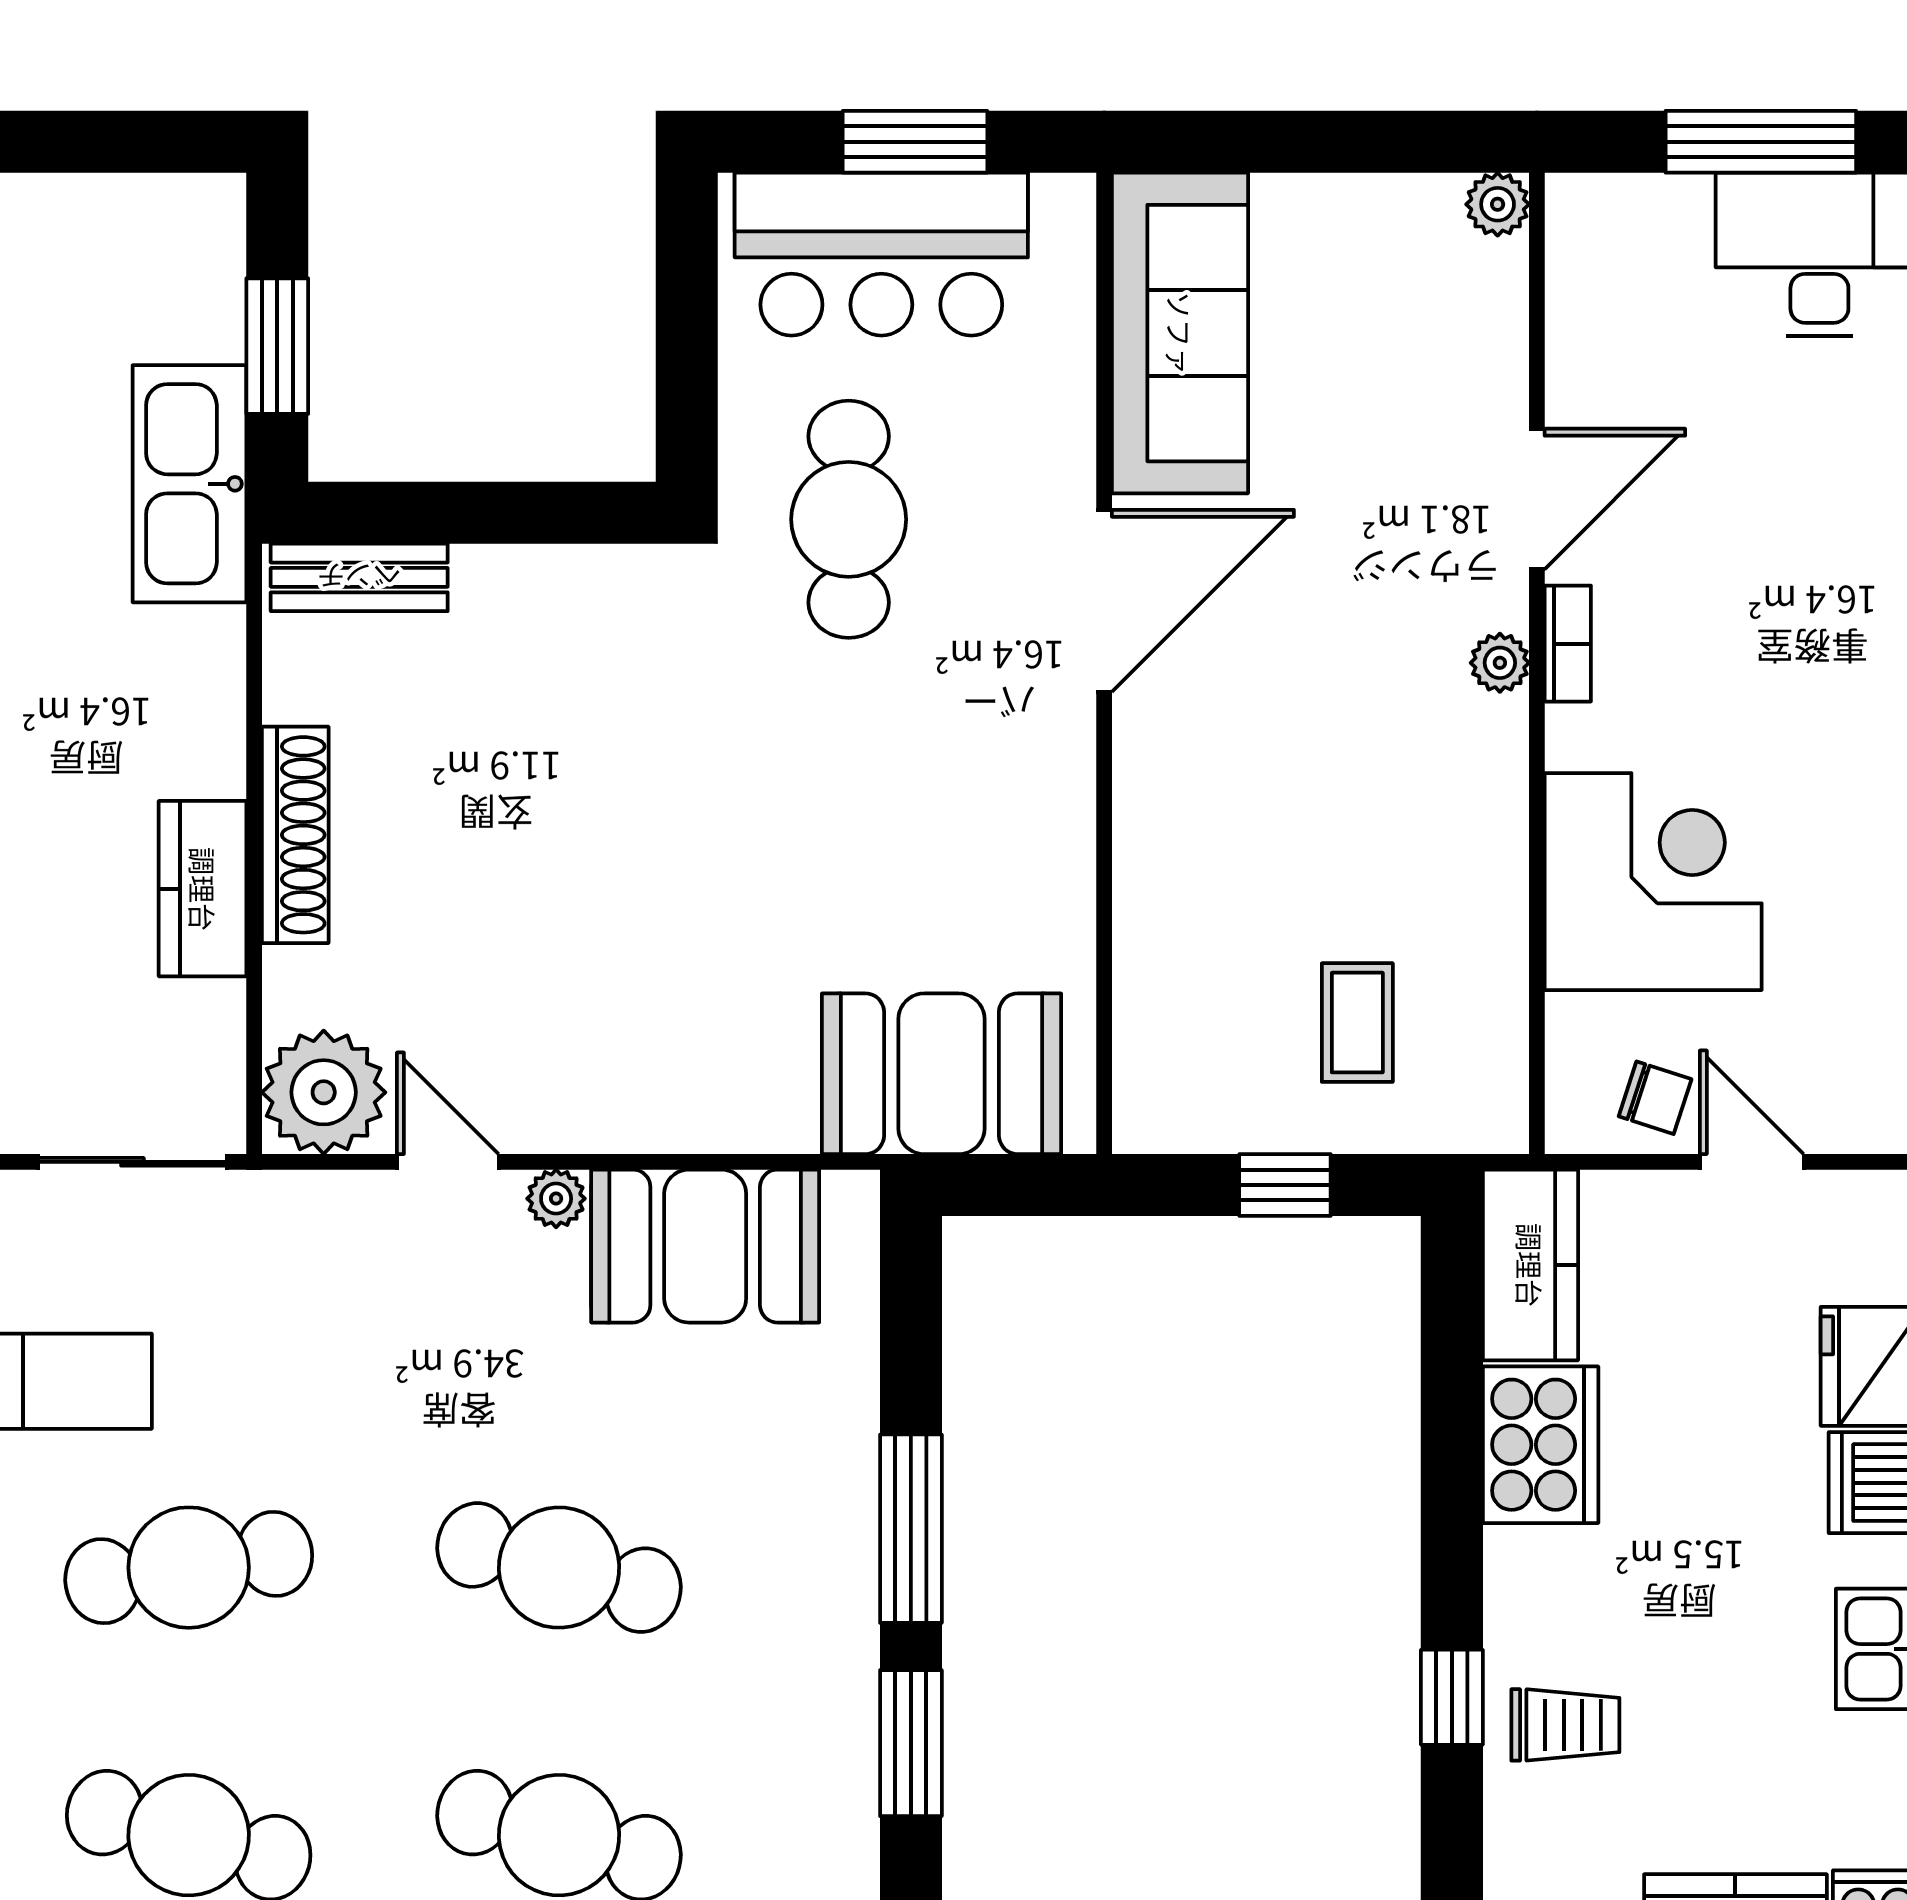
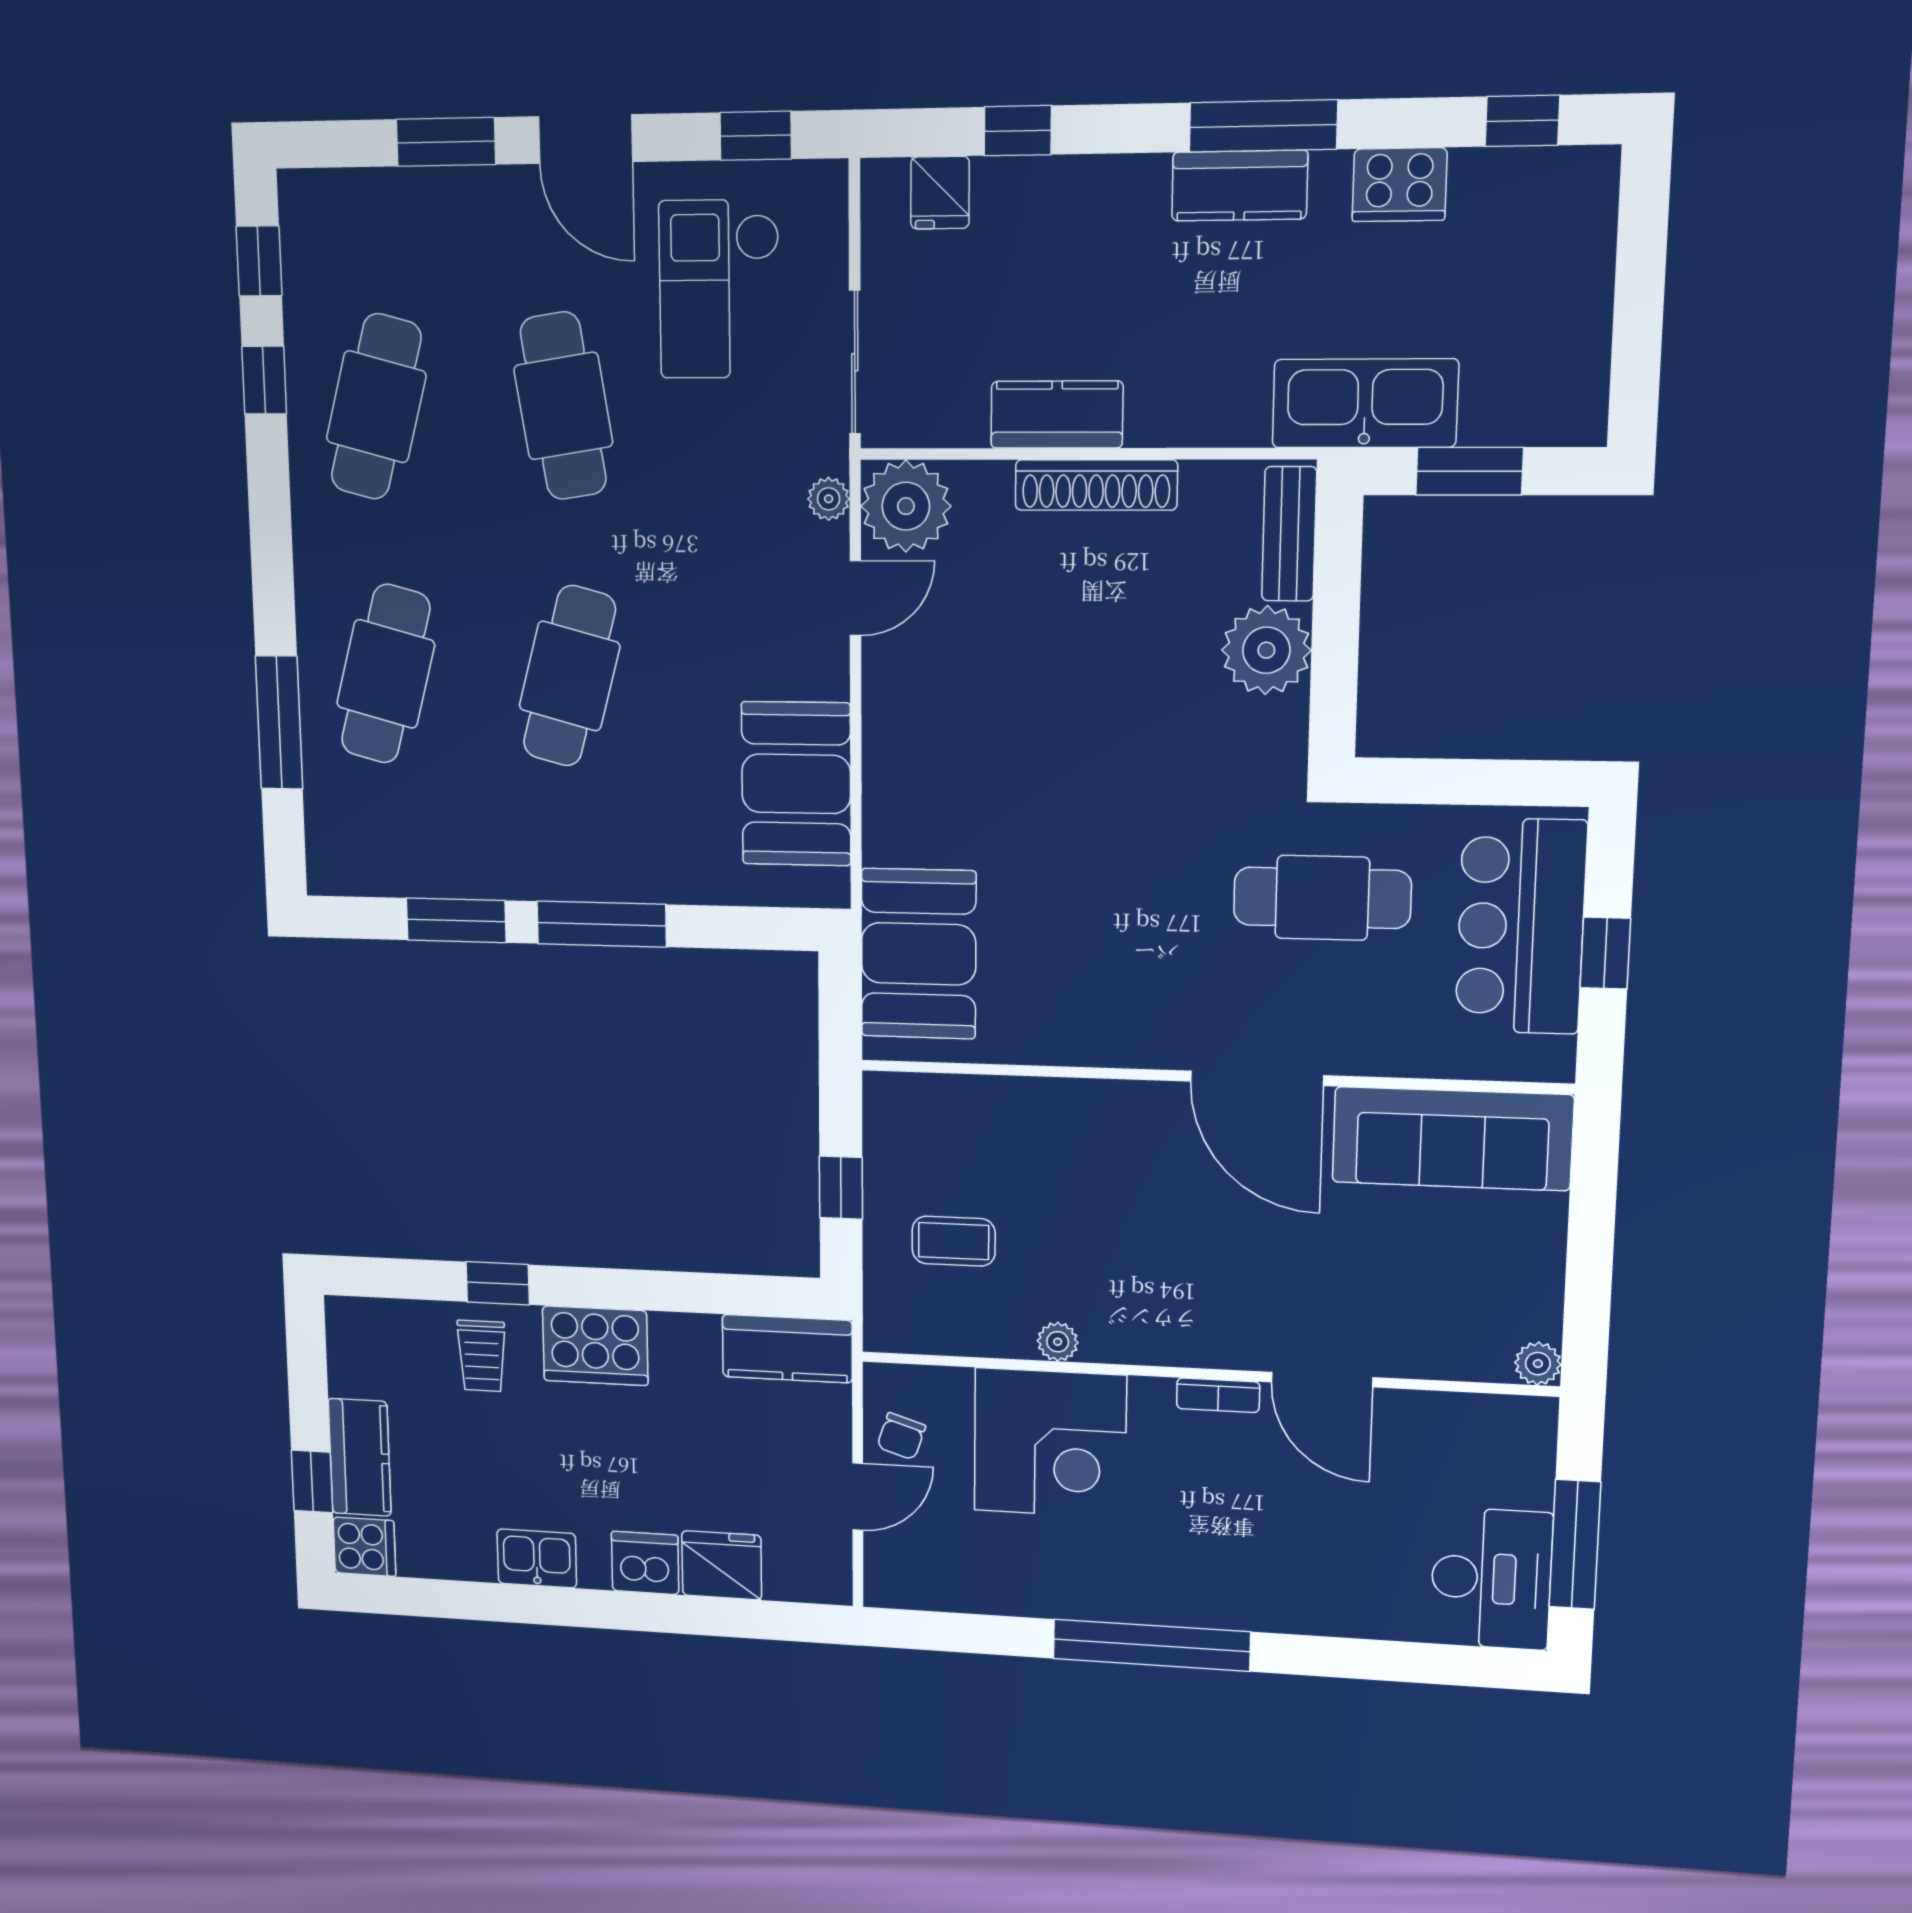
window: (915, 142) -> (1605, 953), width x0.67
plant: (514, 603) -> (1266, 650), added
plant: (1500, 663) -> (1058, 1342), moved
plant: (556, 1199) -> (829, 499), moved
cooker: (1541, 1445) -> (595, 1346), moved

